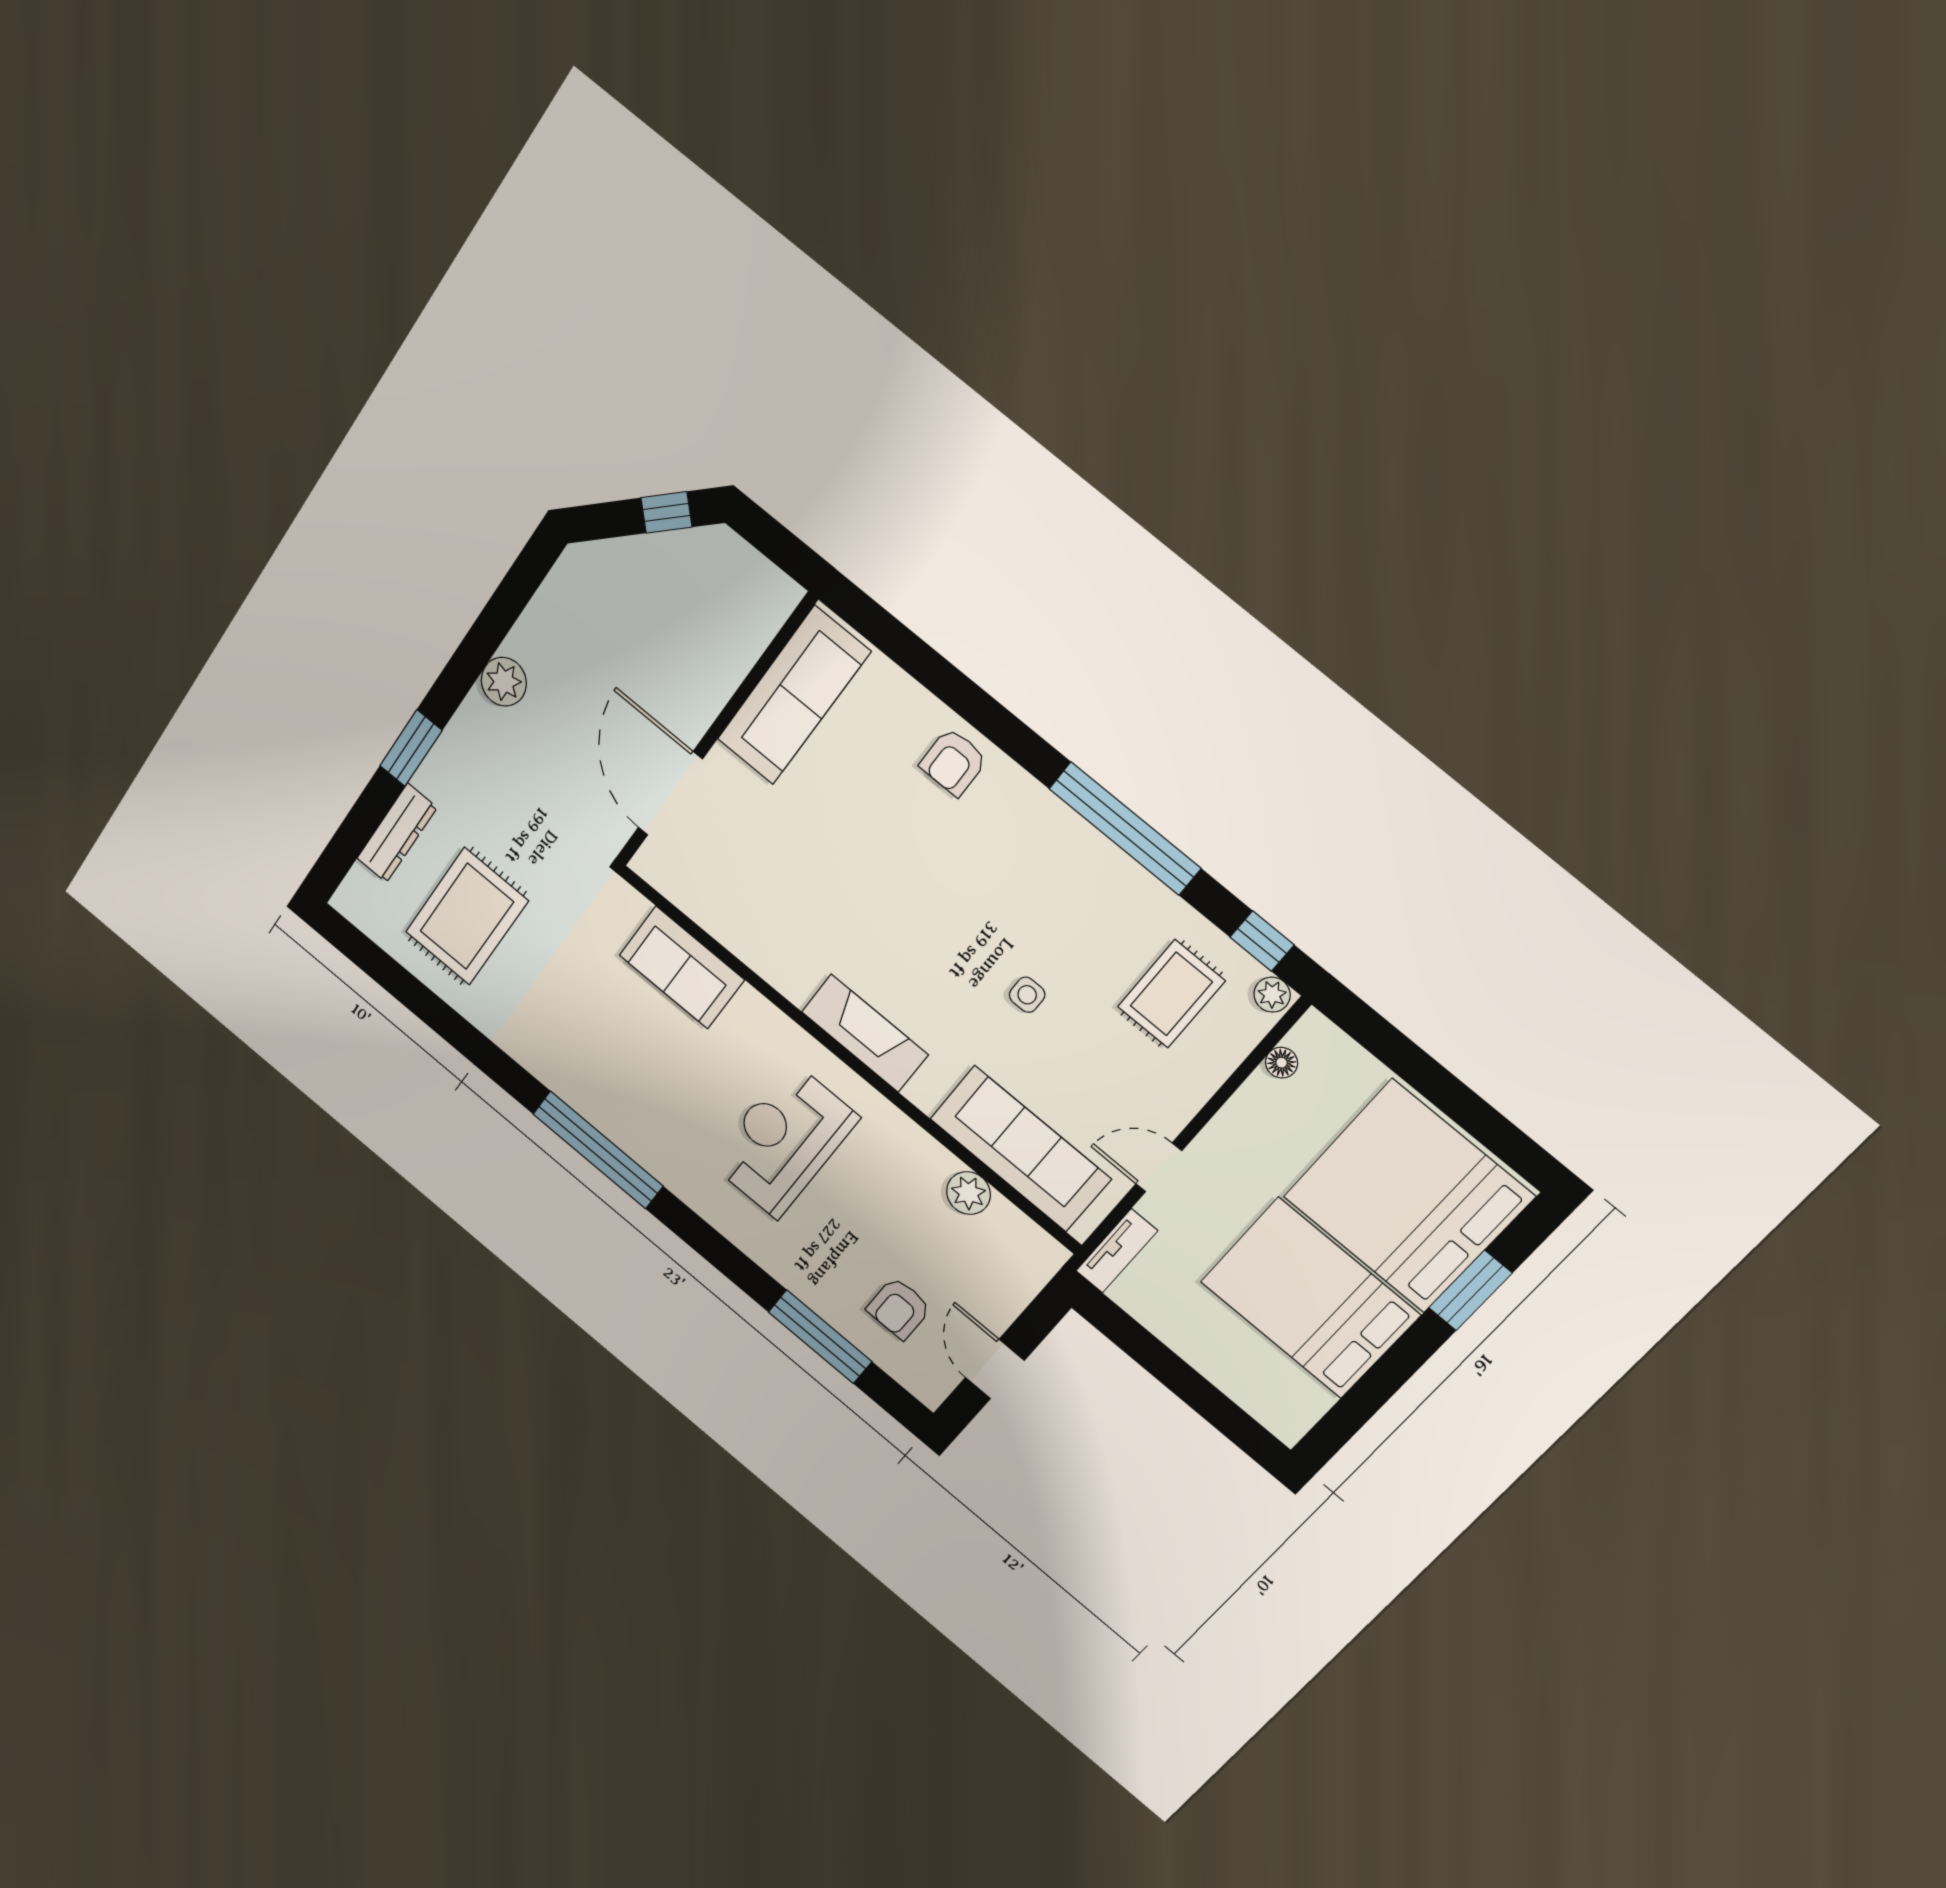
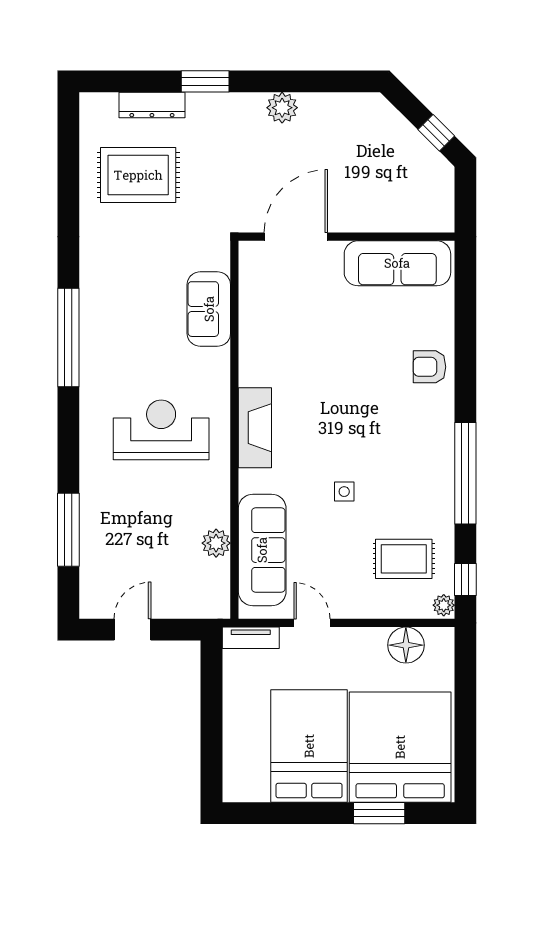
floor lamp: (1282, 1063) -> (406, 645), width x1.89, depth x1.89
armchair: (899, 1308) -> (122, 557), removed

